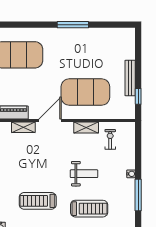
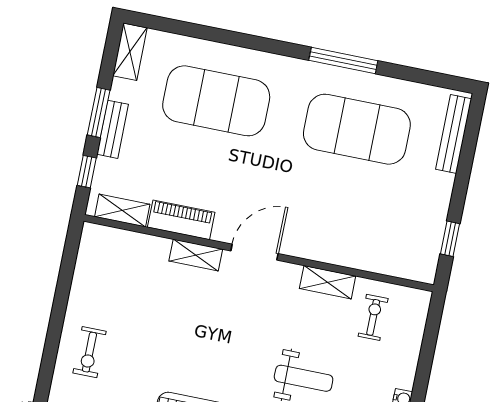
bench: (130, 78) -> (454, 134), moved
exercise mat: (85, 92) -> (357, 129), moved

